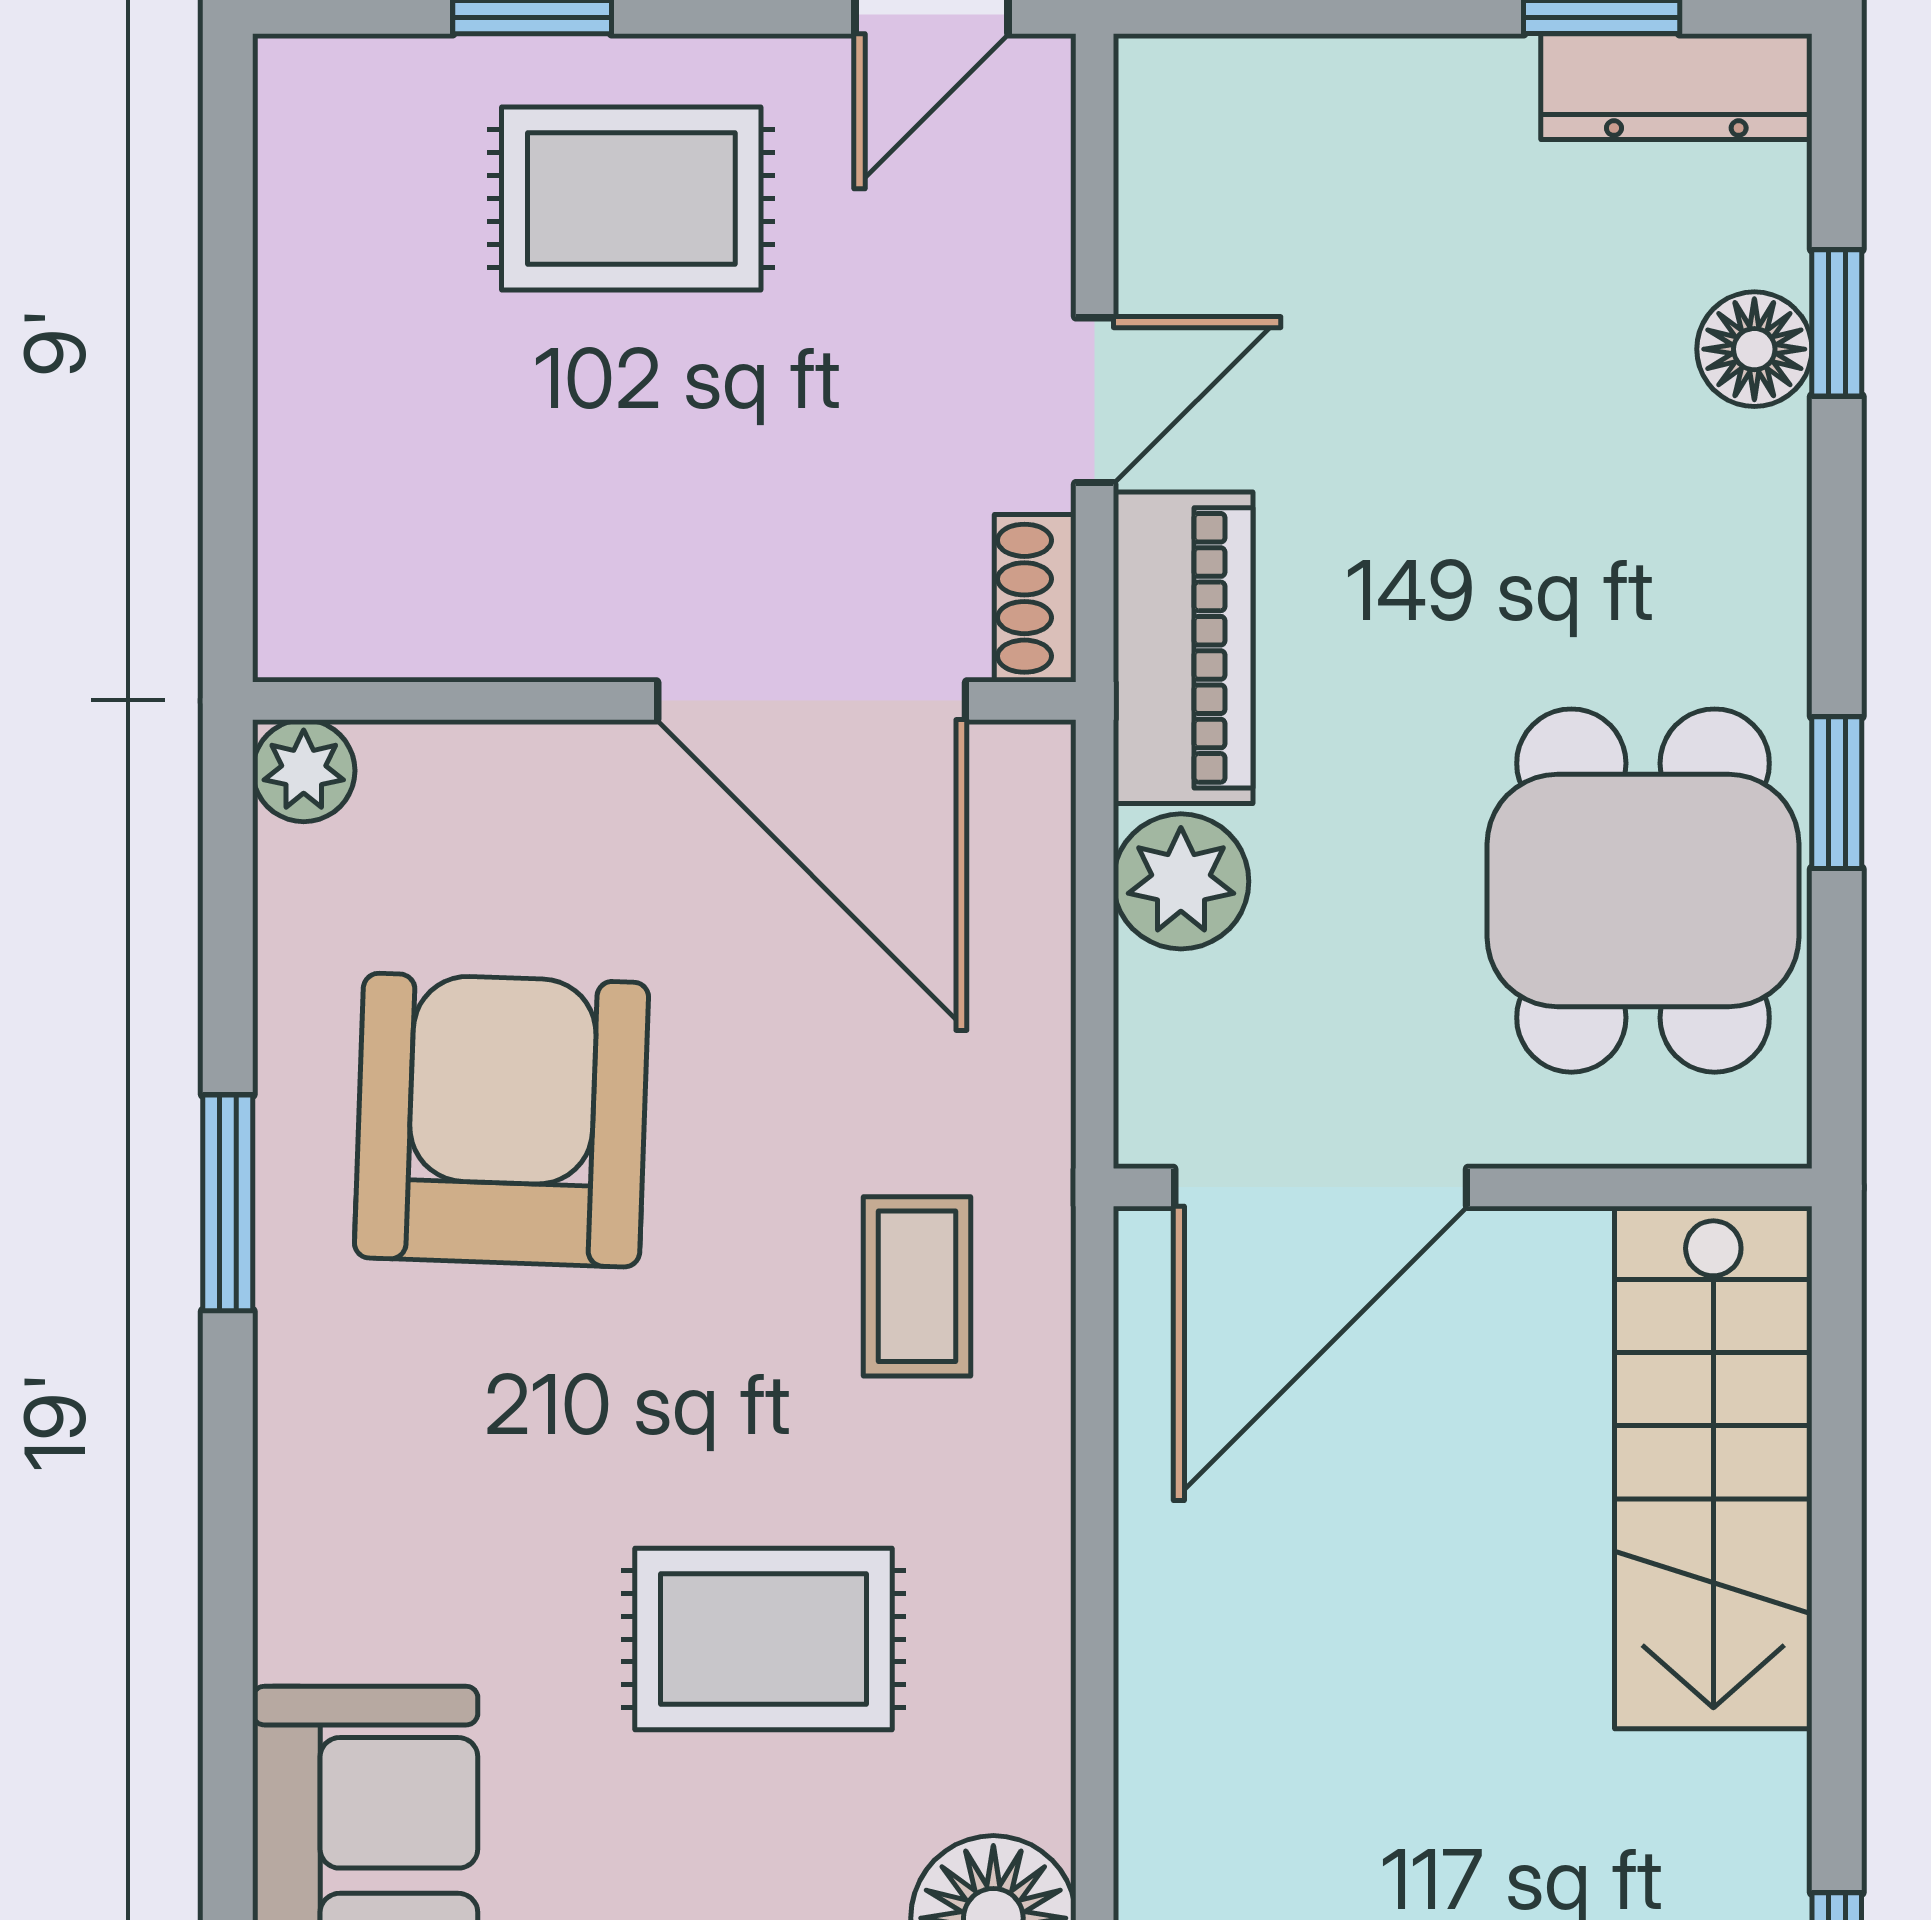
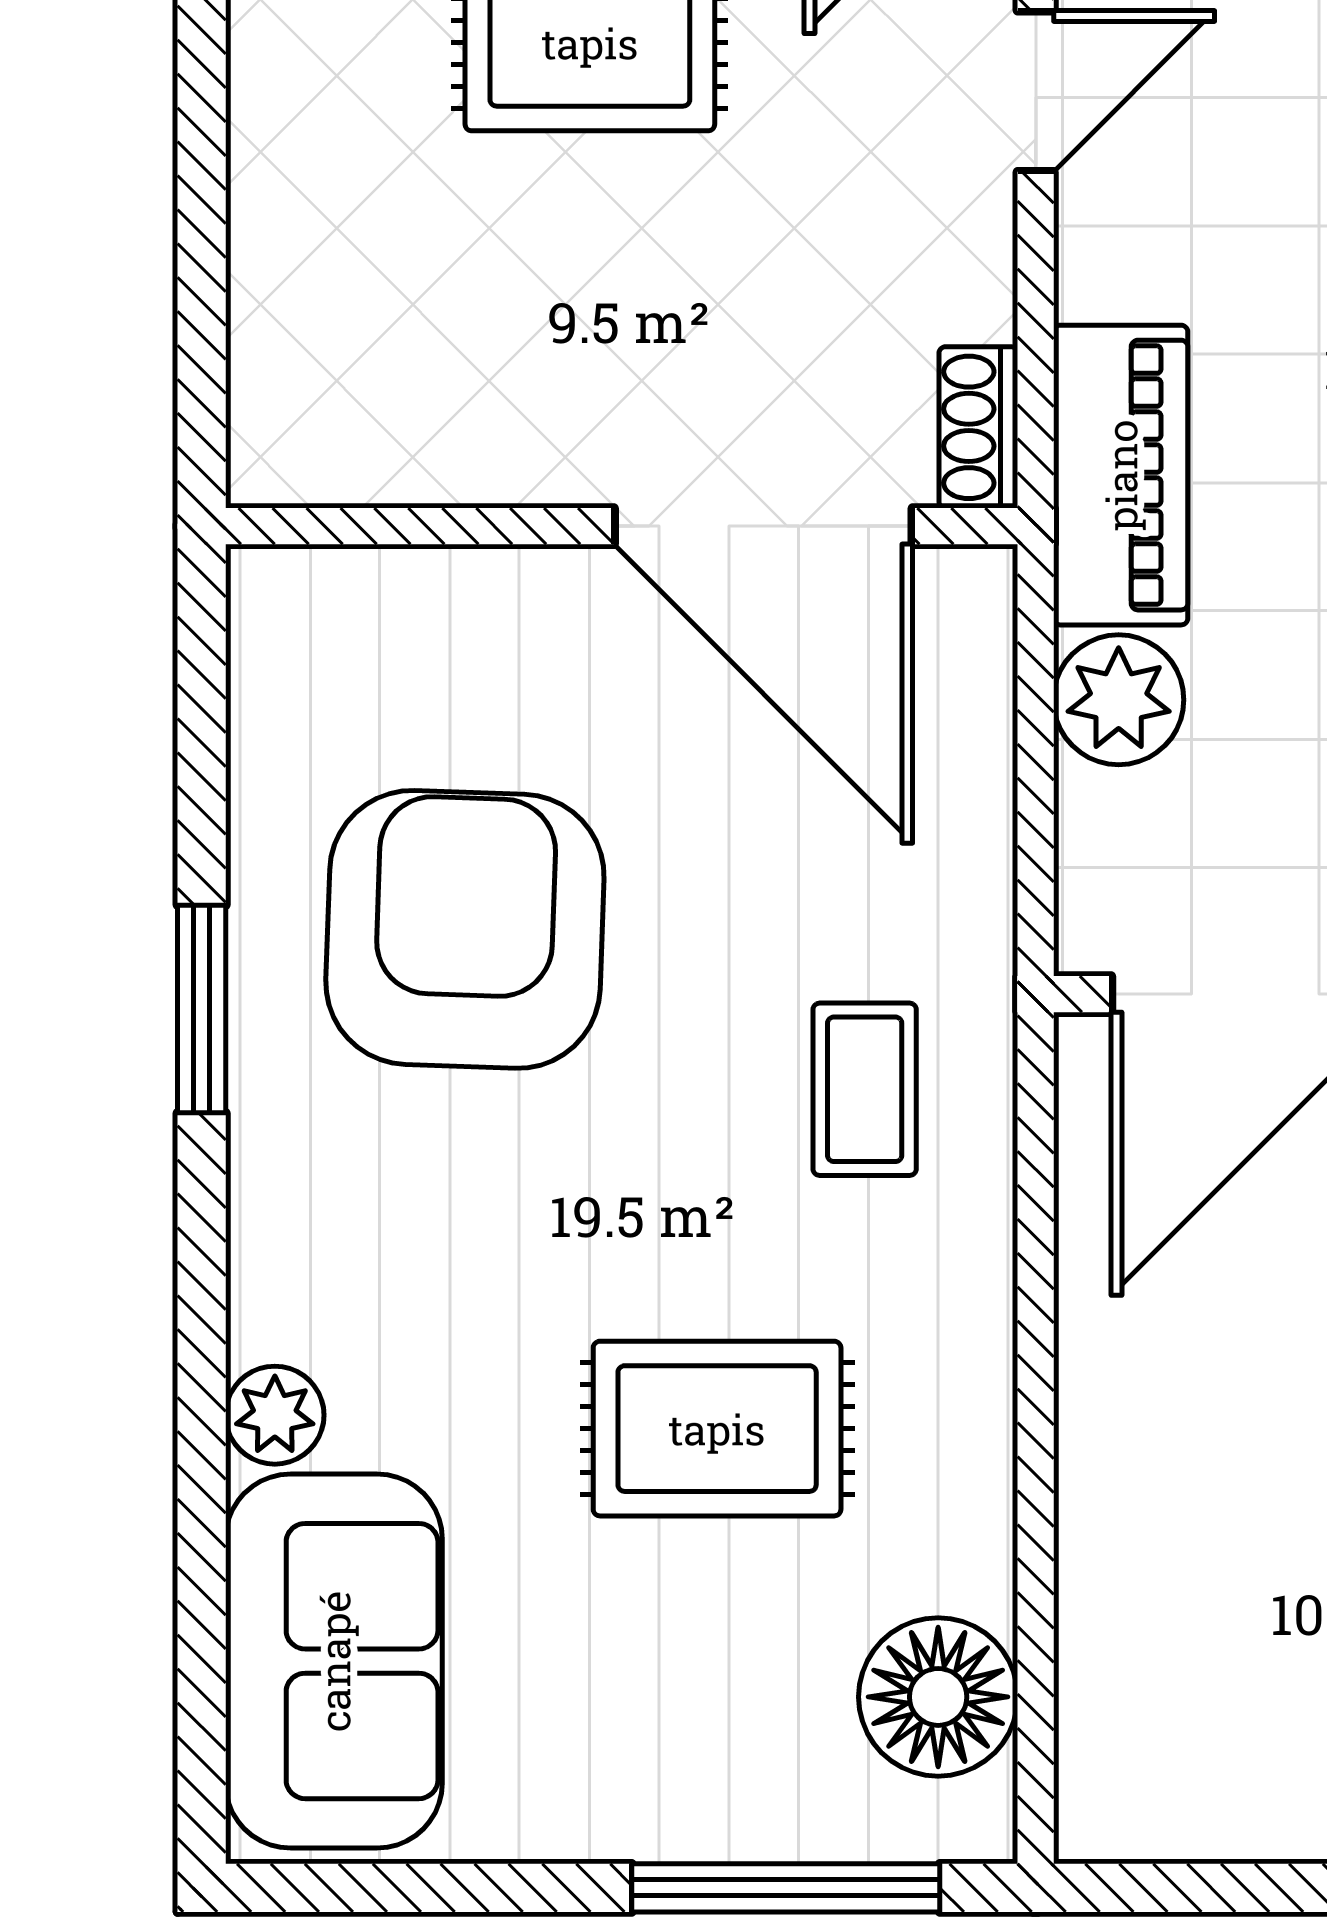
door: (1095, 400) -> (1036, 91), moved
plant: (304, 771) -> (275, 1415), moved

